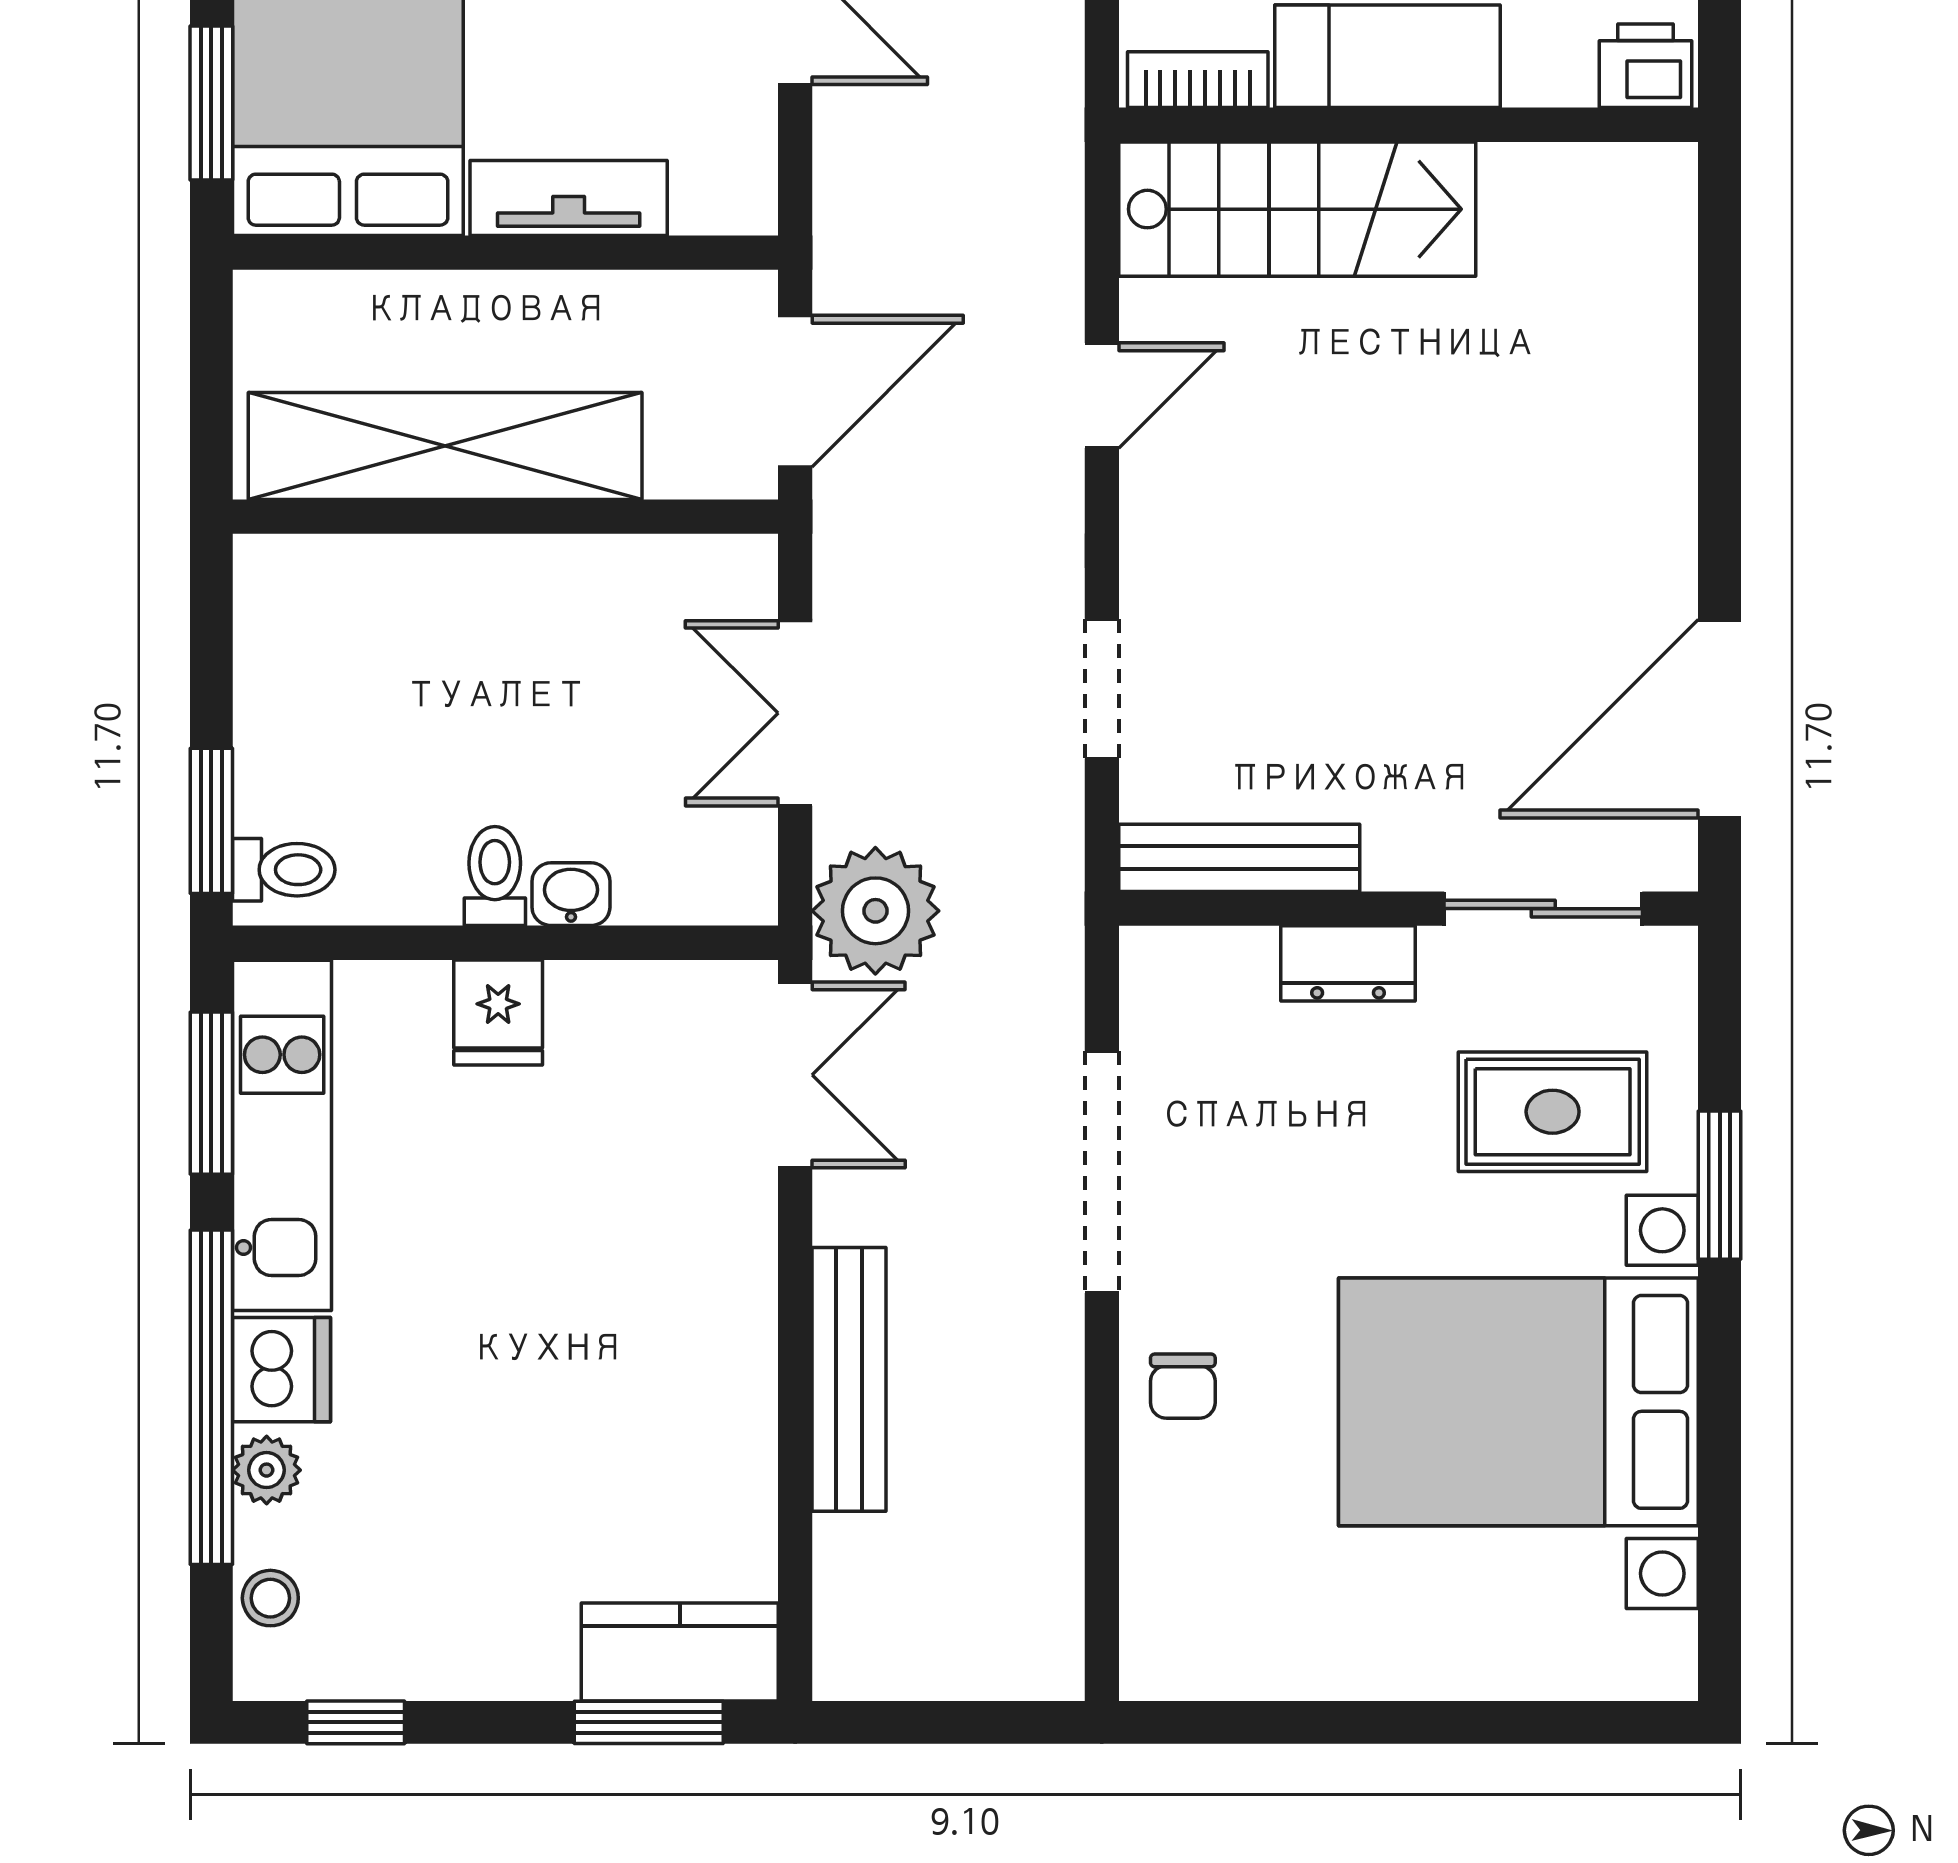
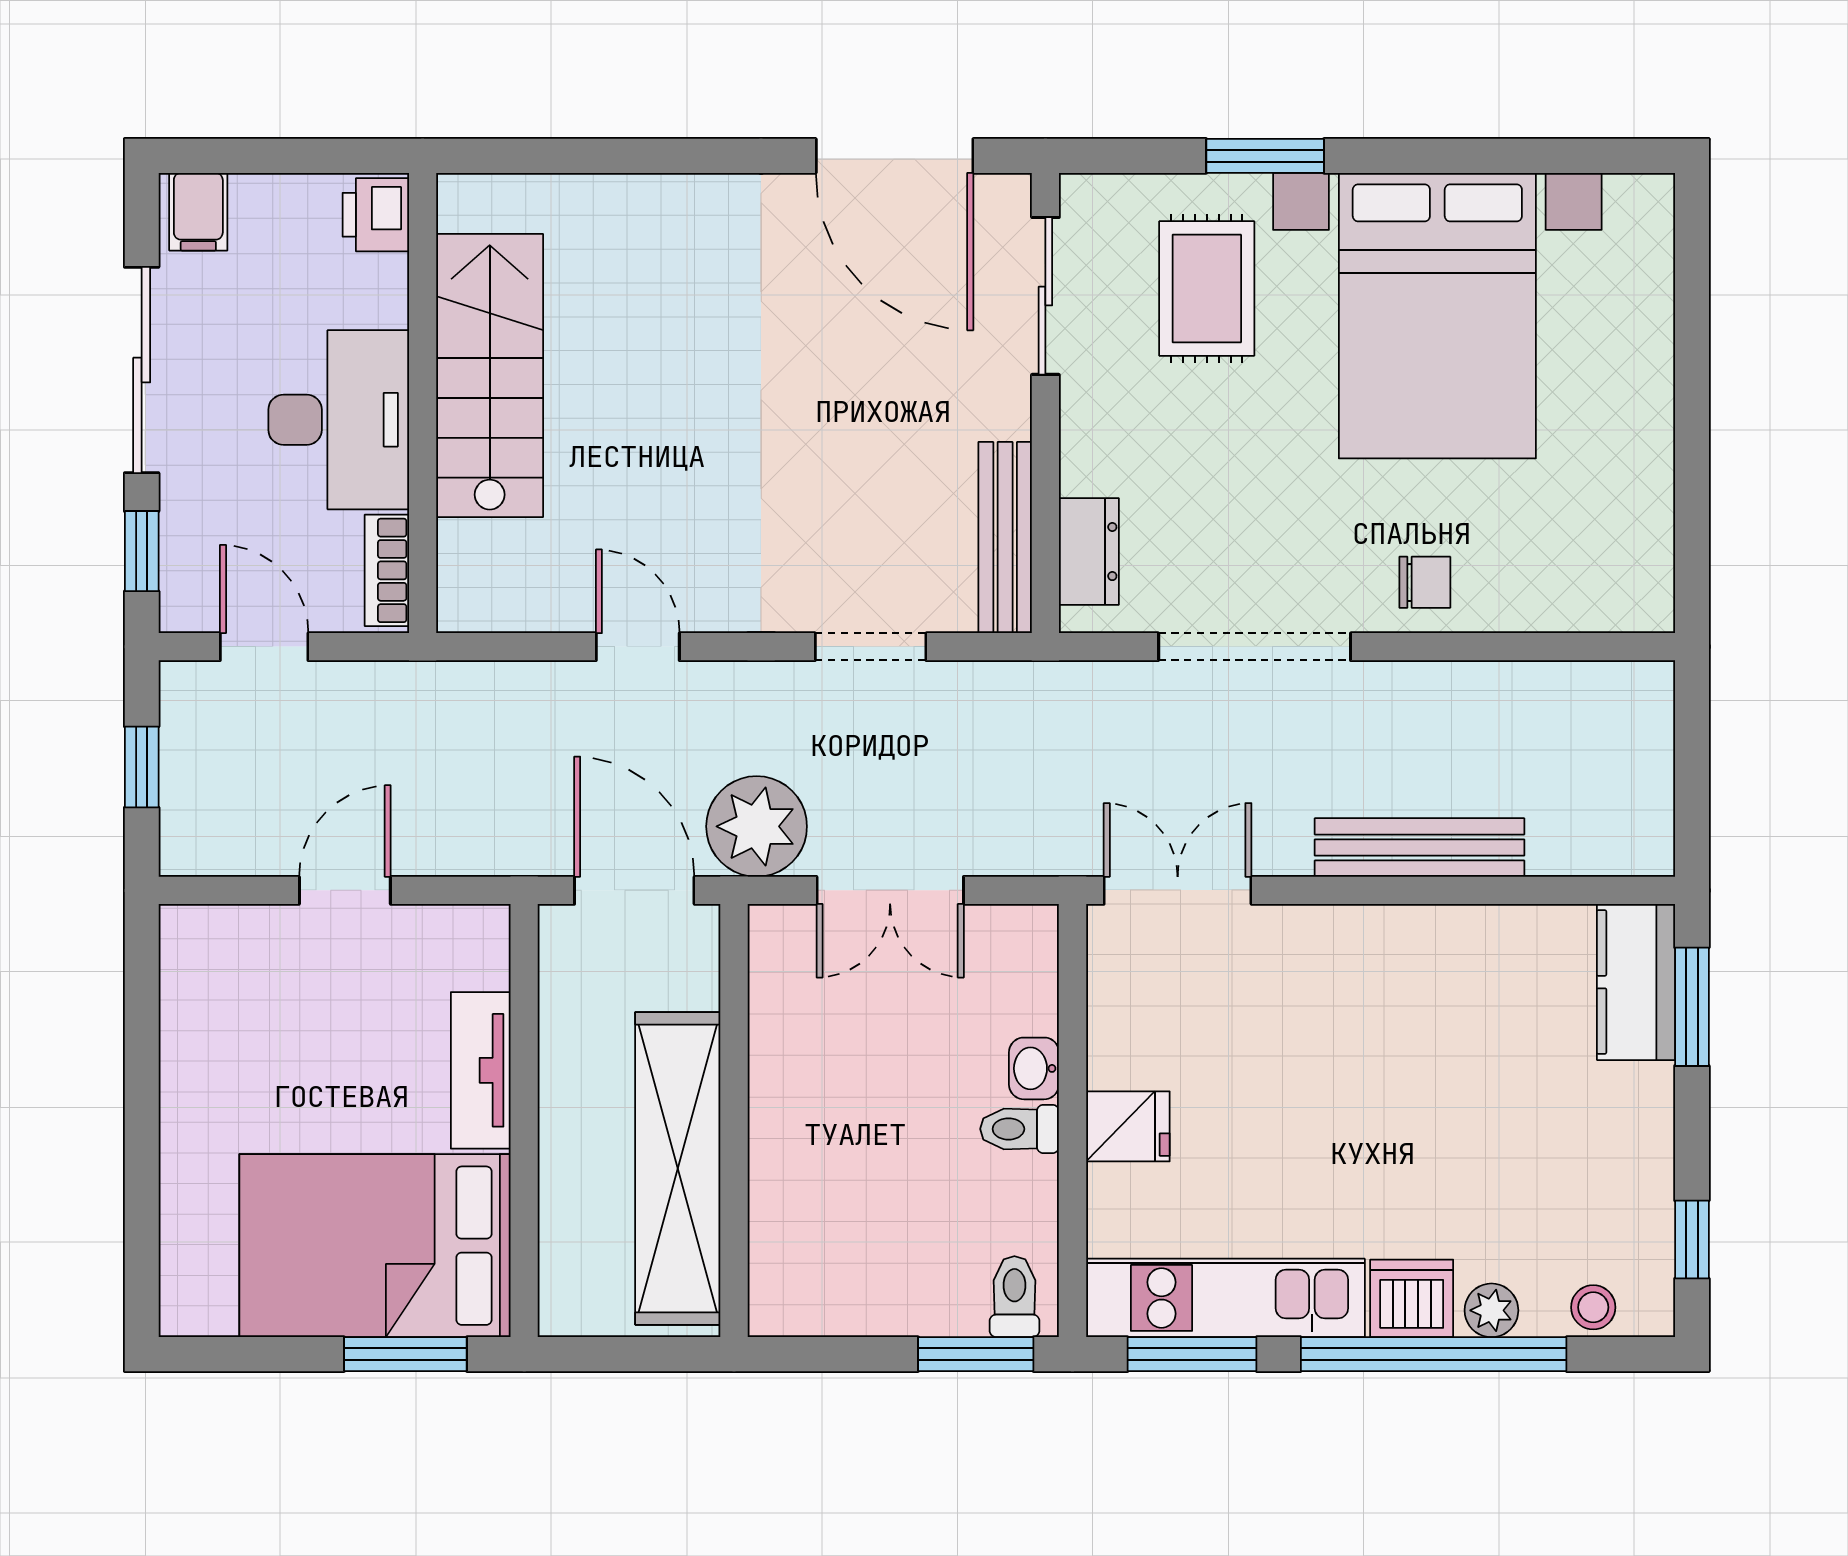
stairs: (1297, 209) -> (490, 375), moved
plant: (875, 911) -> (757, 826), moved
dresser: (1348, 963) -> (1089, 552), moved

